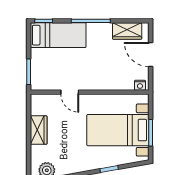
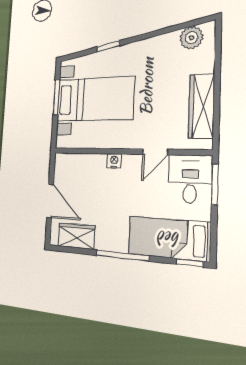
desk: (45, 75) -> (190, 179), added
nightstand: (140, 85) -> (114, 161), moved
door: (70, 92) -> (155, 152), swing flipped
wardrobe: (39, 130) -> (201, 106), width x1.50

